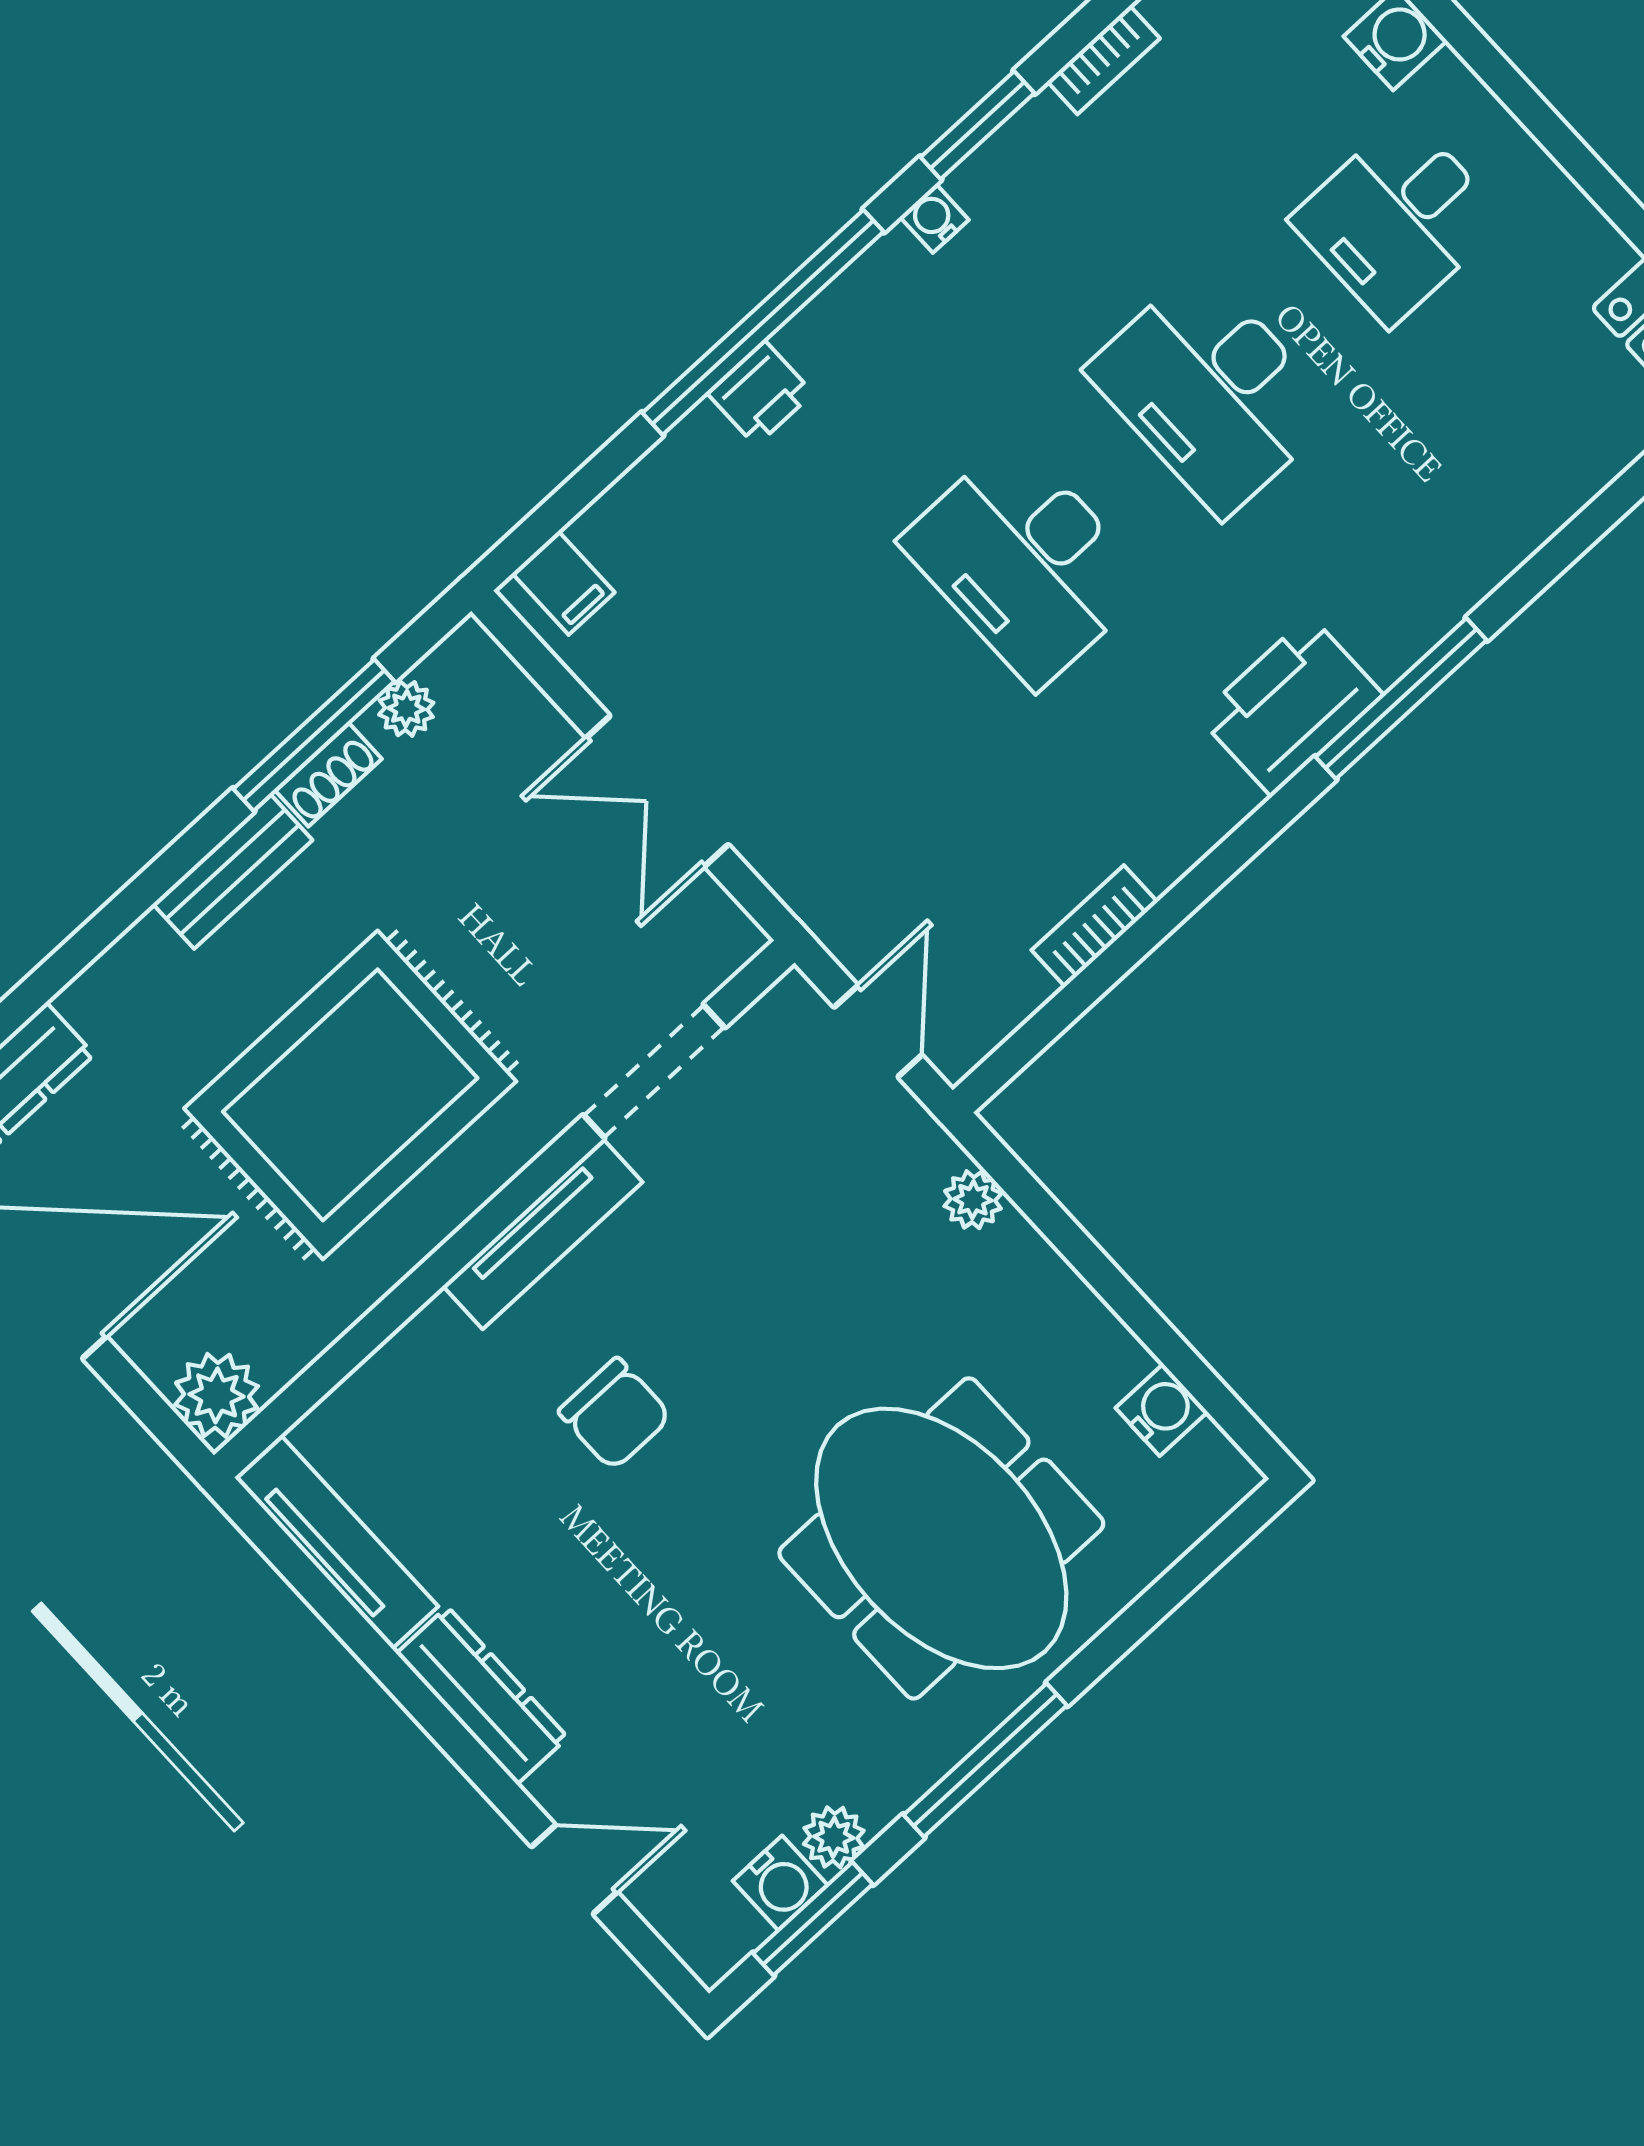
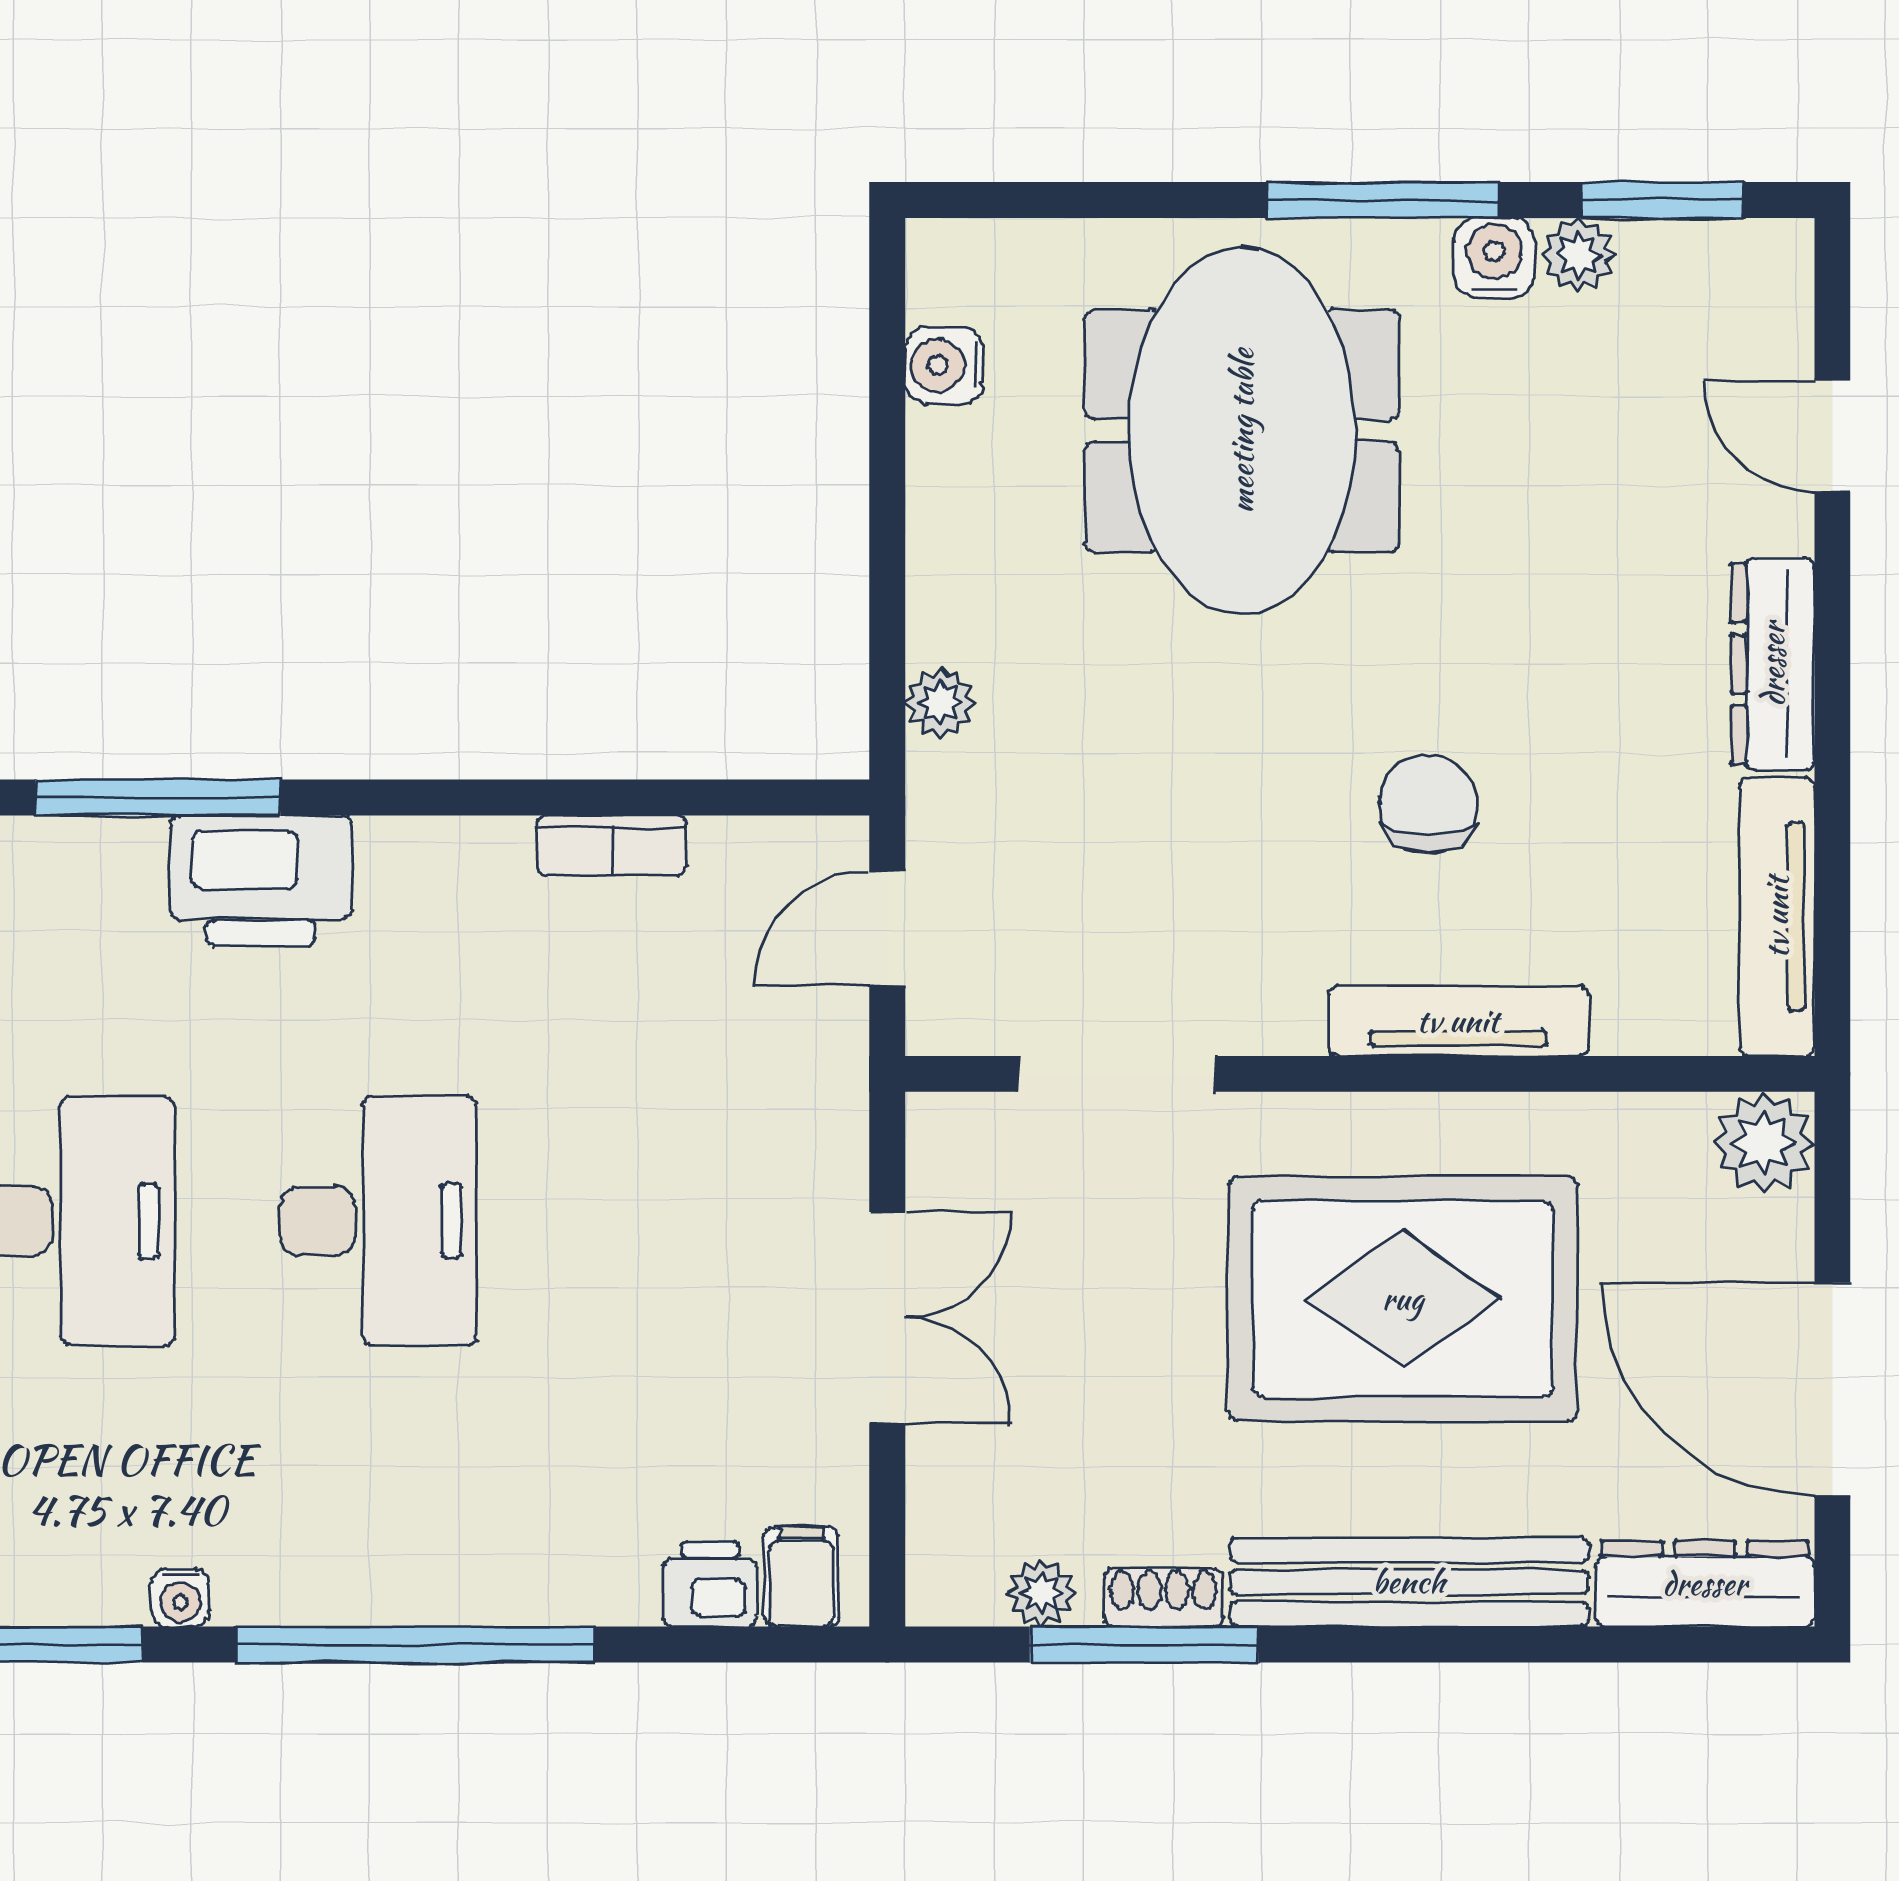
printer: (760, 393) -> (710, 1584), moved
bench: (233, 872) -> (1409, 1582), width x1.86, depth x1.21
tv unit: (543, 1234) -> (1458, 1021), moved
water cooler: (780, 1883) -> (1494, 258), moved

